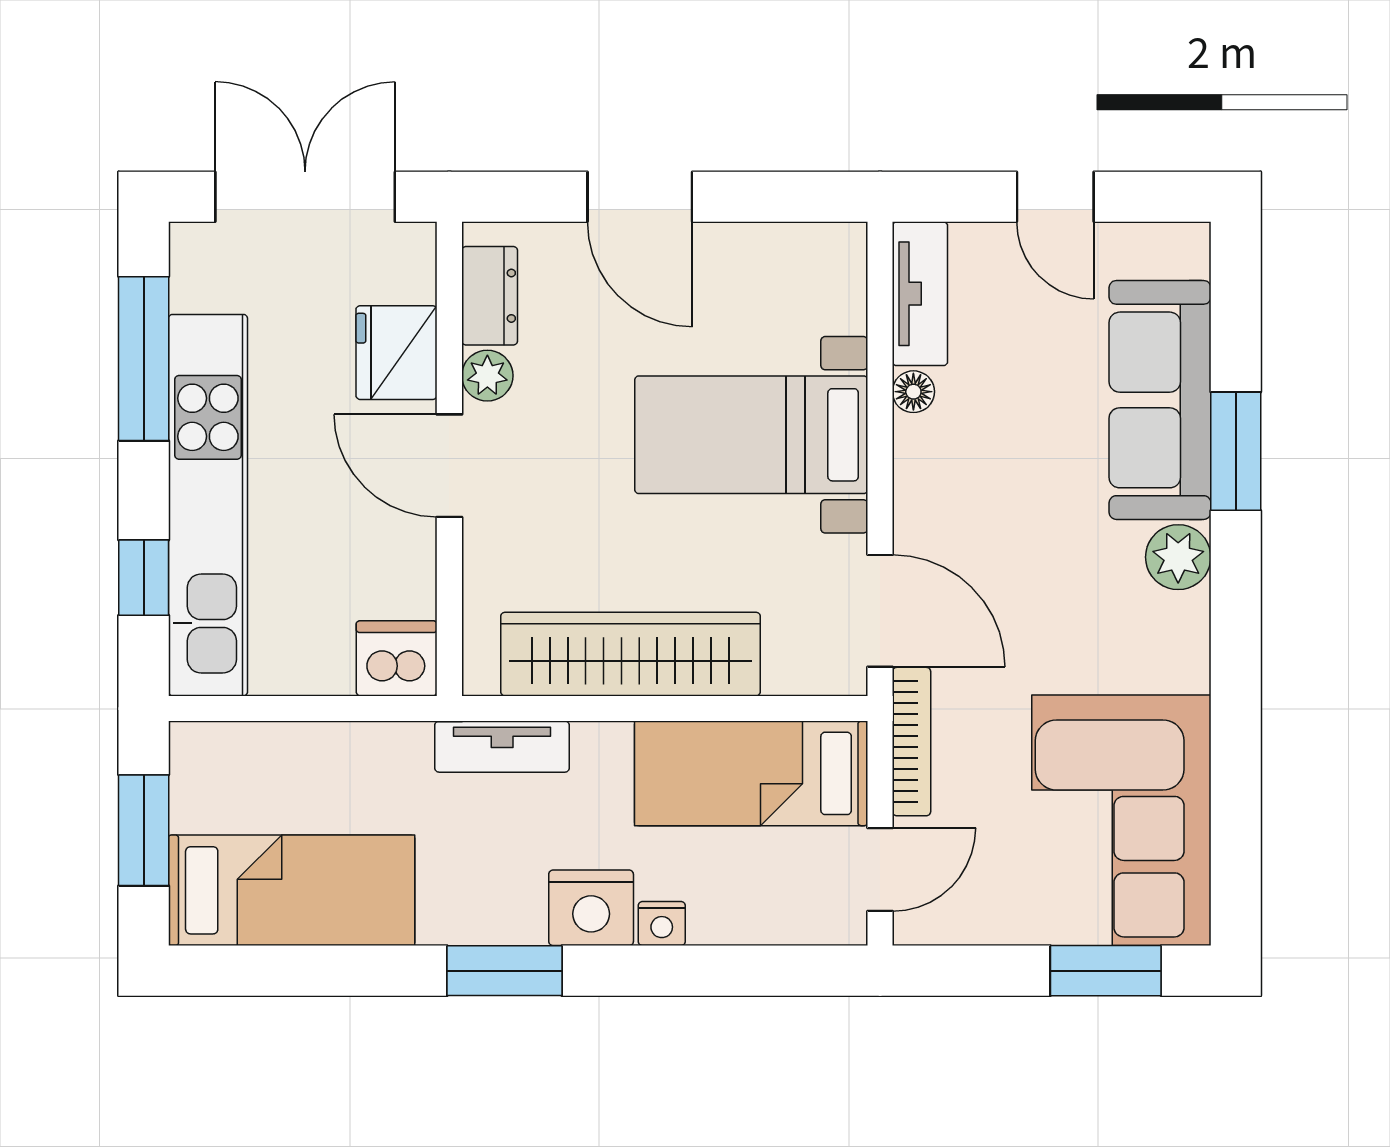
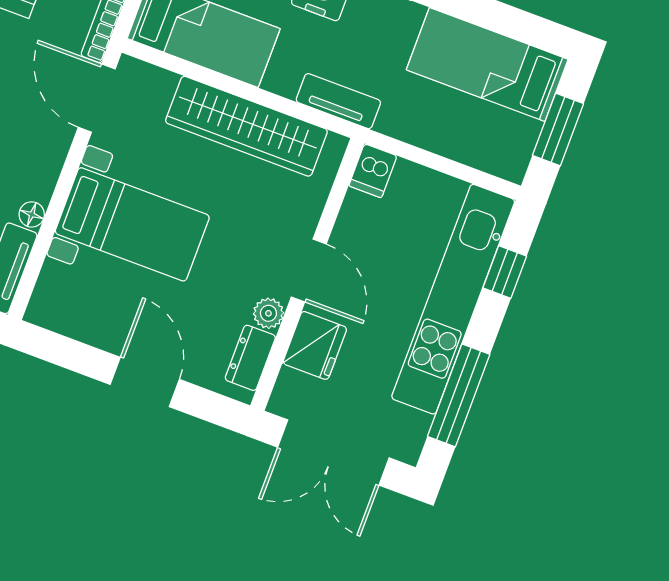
dishwasher: (397, 658) -> (373, 171), width x0.73

